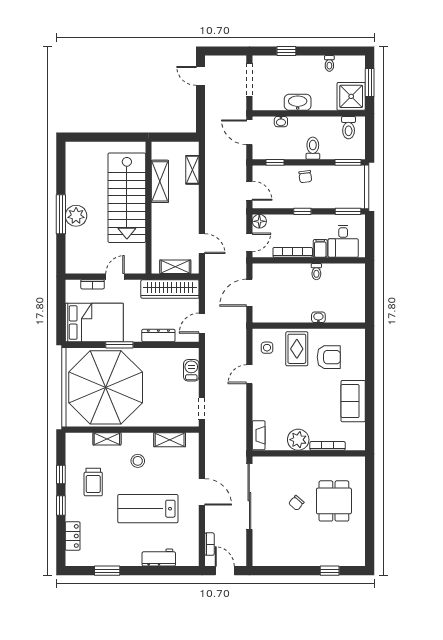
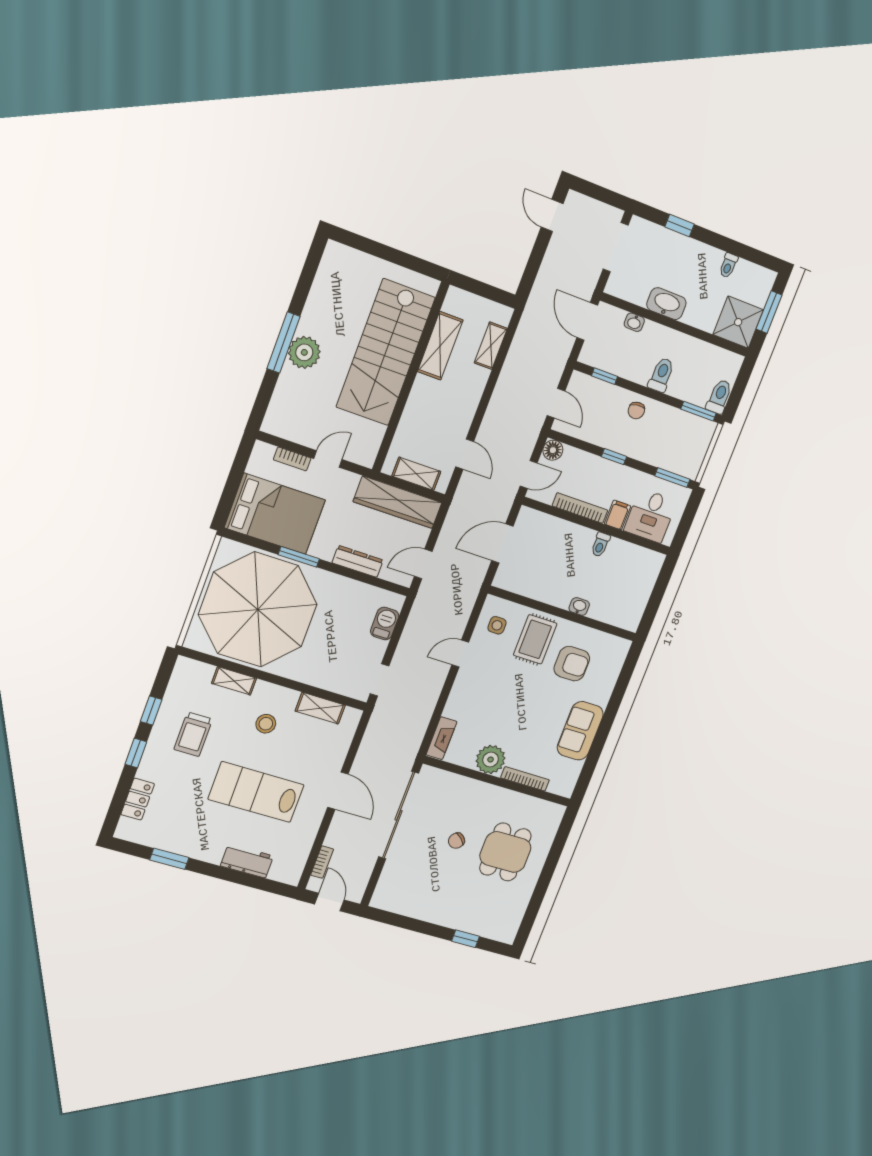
toilet: (349, 128) -> (719, 397), moved, turned 180

